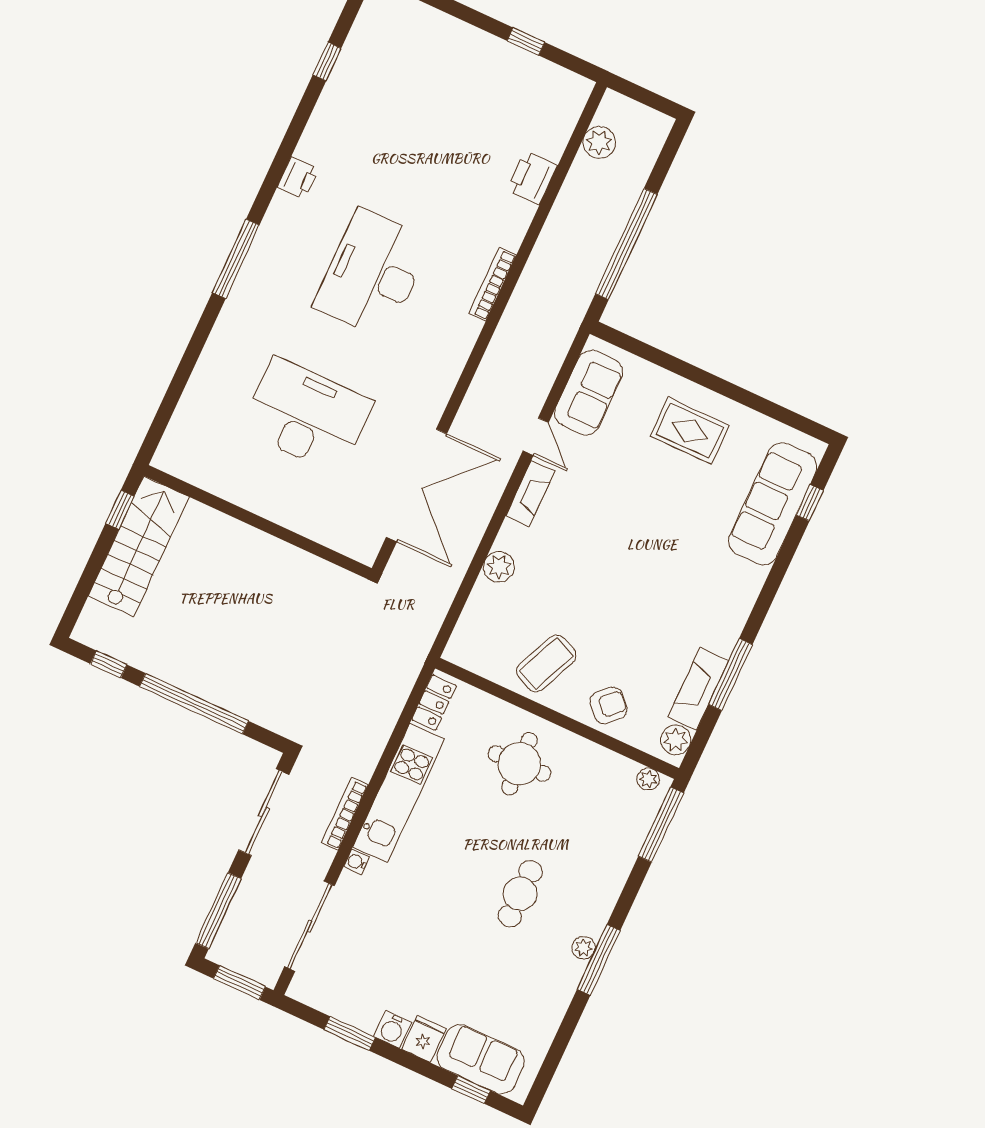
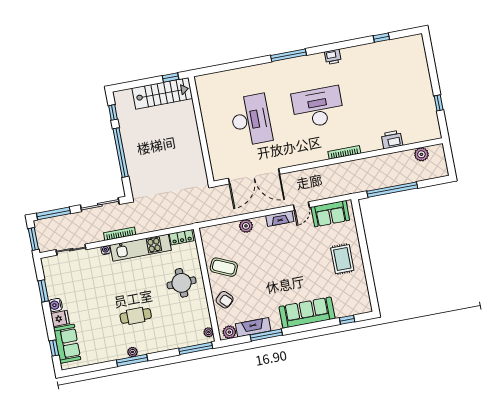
sofa: (773, 504) -> (307, 313), moved
sliding door: (310, 926) -> (71, 250), width x0.73

